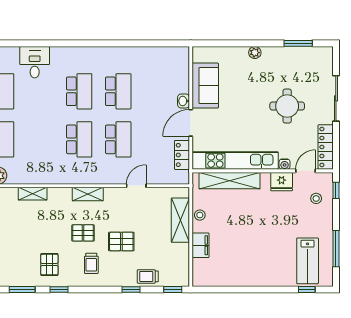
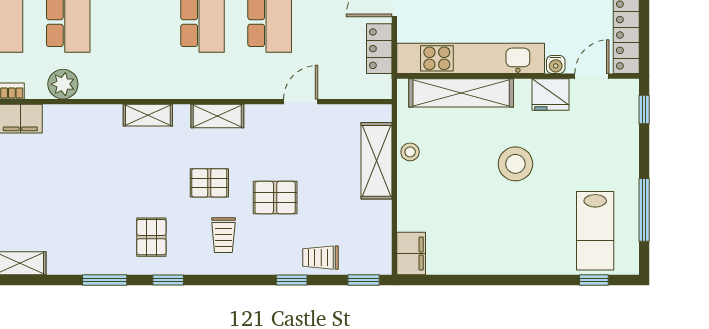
shelving: (33, 194) -> (148, 115), moved
stool: (316, 198) -> (515, 164), moved, width x1.89, depth x1.89
filing cabinet: (201, 245) -> (411, 253), moved

